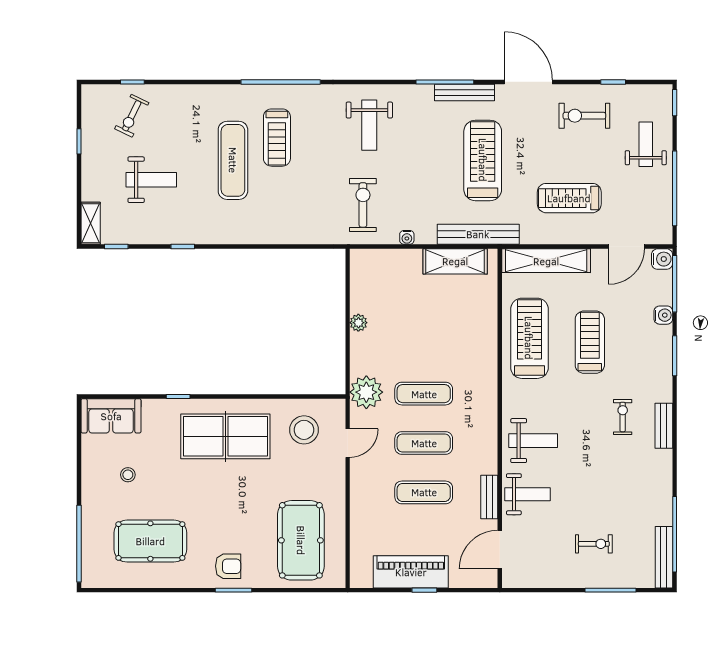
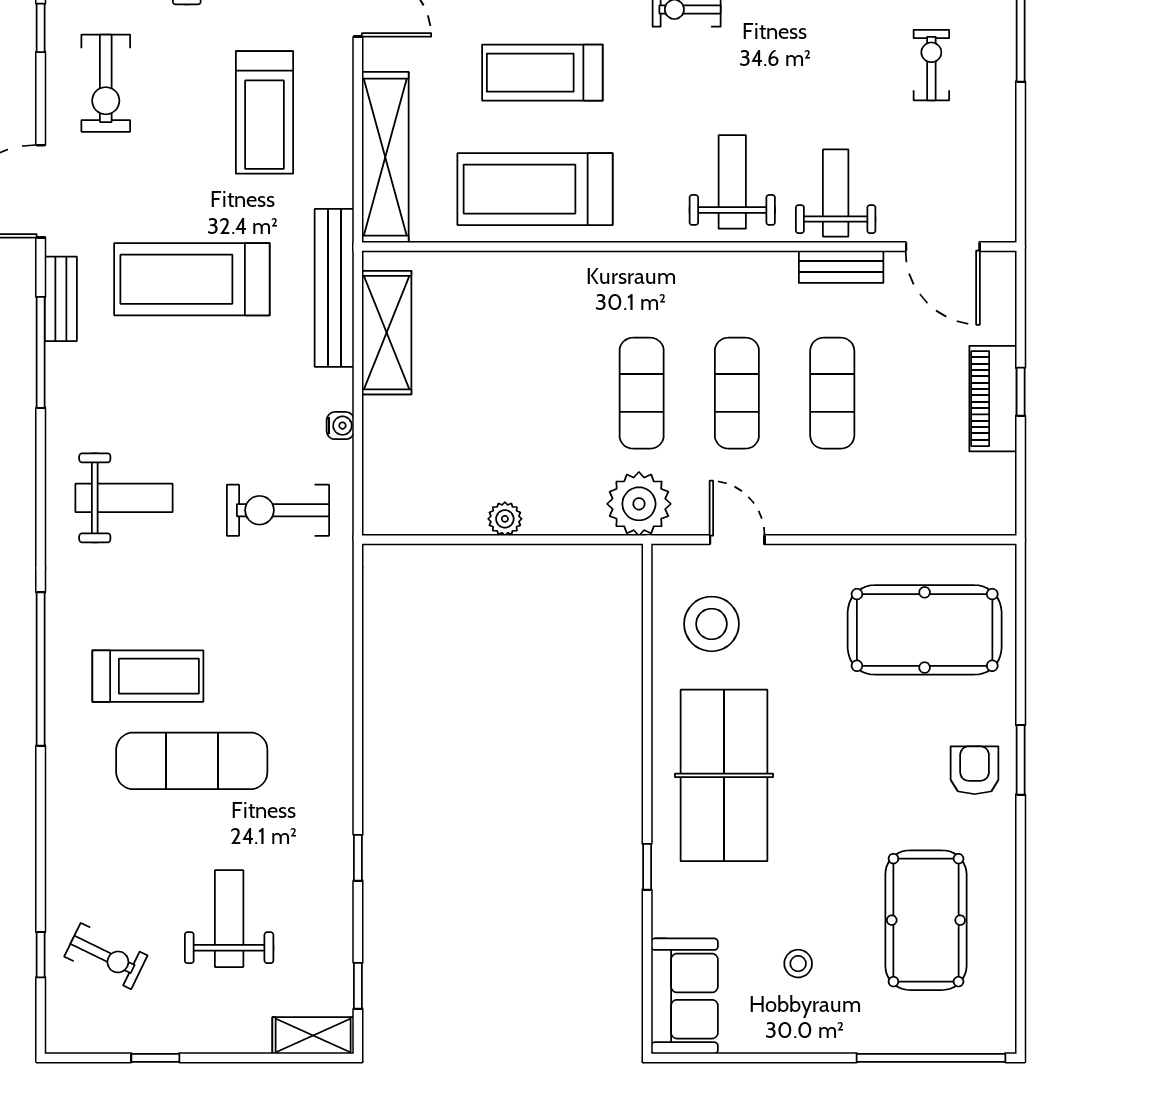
bench: (465, 92) -> (61, 299), width x0.73
piano: (411, 572) -> (993, 399), width x0.73, depth x0.75

